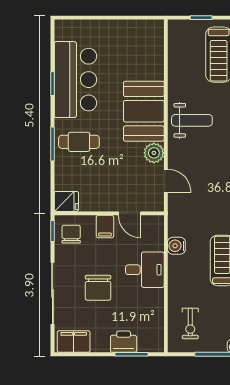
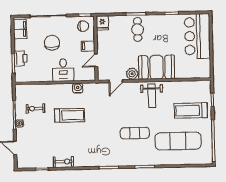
bar counter: (75, 80) -> (197, 36), moved, turned 90
chair: (98, 288) -> (52, 43), turned 90
exercise bike: (190, 324) -> (35, 108), moved

